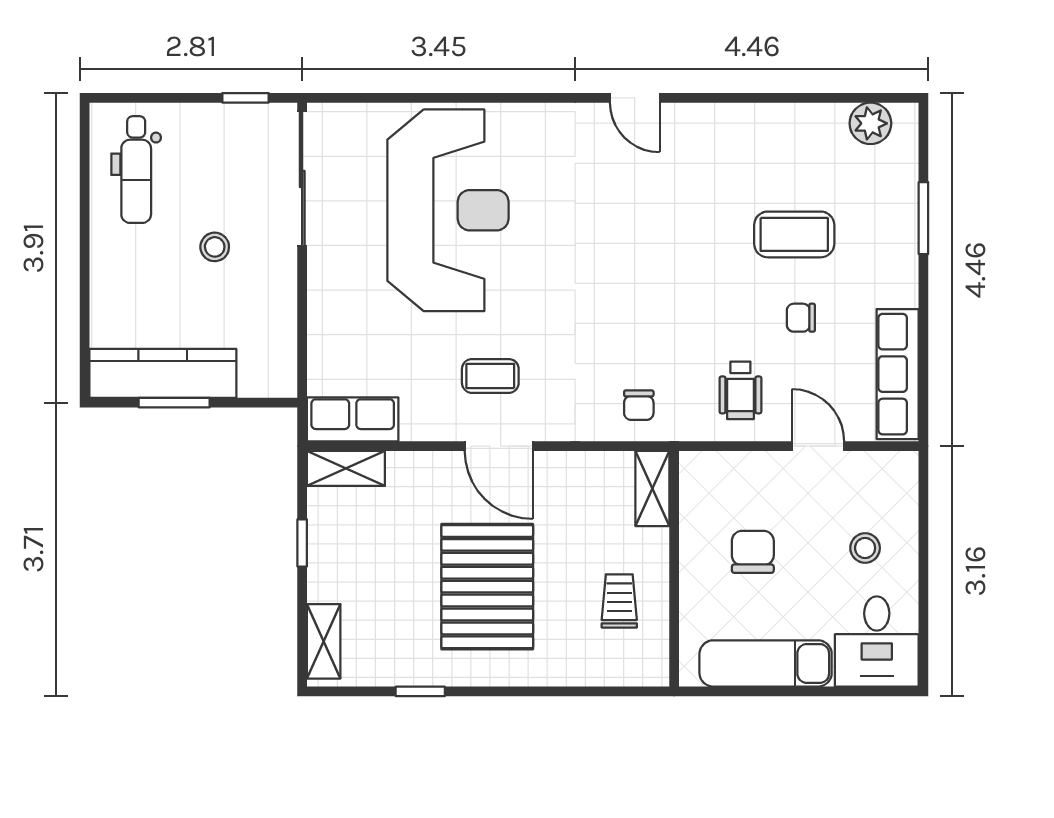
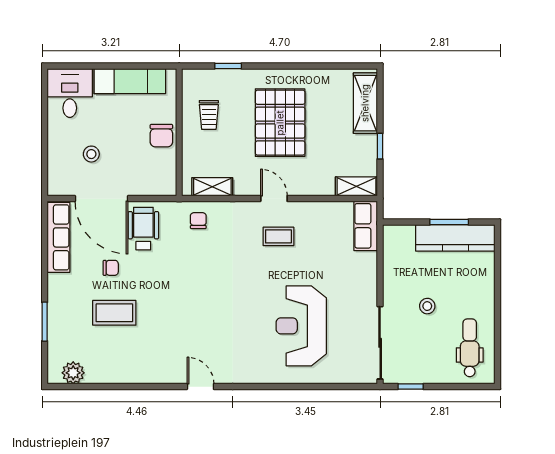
reception desk: (448, 210) -> (301, 326), width x0.74, depth x0.77
wheelchair: (740, 390) -> (143, 229), width x1.36, depth x1.37
row of seats: (353, 419) -> (366, 226), moved, turned 90
door: (499, 446) -> (274, 199), width x0.73
door: (818, 446) -> (102, 199), width x1.88
shelving: (652, 489) -> (212, 187), moved, turned 90
stool: (865, 548) -> (91, 154), moved
chair: (753, 552) -> (161, 136), moved
shelving: (324, 641) -> (365, 103), width x1.50, depth x1.33
window: (420, 691) -> (228, 66), moved

